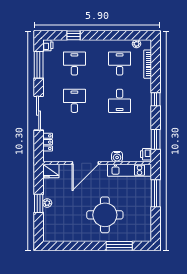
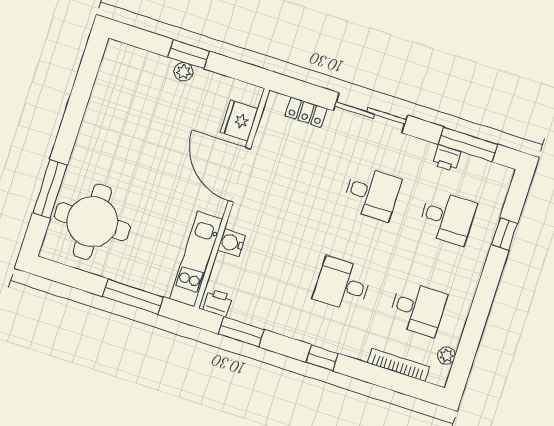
printer: (48, 45) -> (447, 158), moved
fridge: (51, 171) -> (239, 120), moved
round table: (105, 215) -> (92, 222), moved

